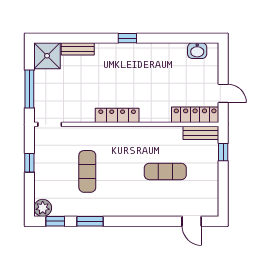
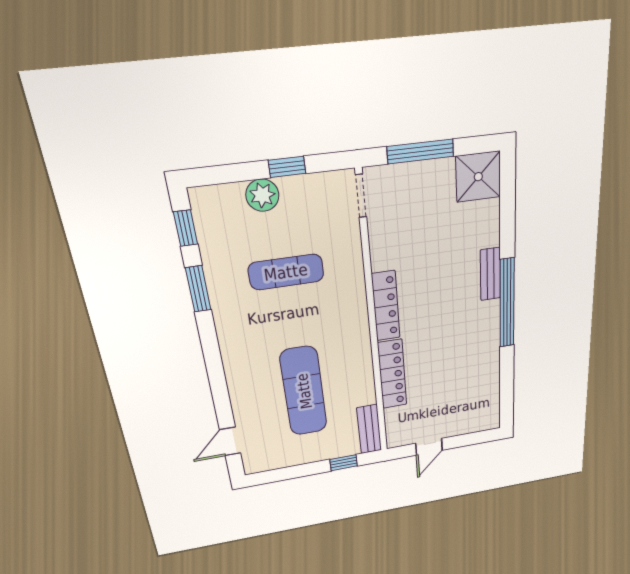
window: (127, 38) -> (507, 303), width x3.17
bench: (78, 49) -> (490, 274), moved
washbasin: (197, 51) -> (489, 403), removed
locker: (195, 115) -> (392, 374), moved
exercise mat: (165, 171) -> (304, 391), width x1.36, depth x1.45
plant: (43, 208) -> (262, 195), moved

